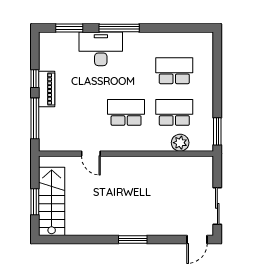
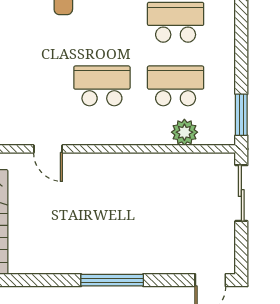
sliding door: (217, 206) -> (241, 193), moved
window: (133, 240) -> (112, 280), width x1.44

